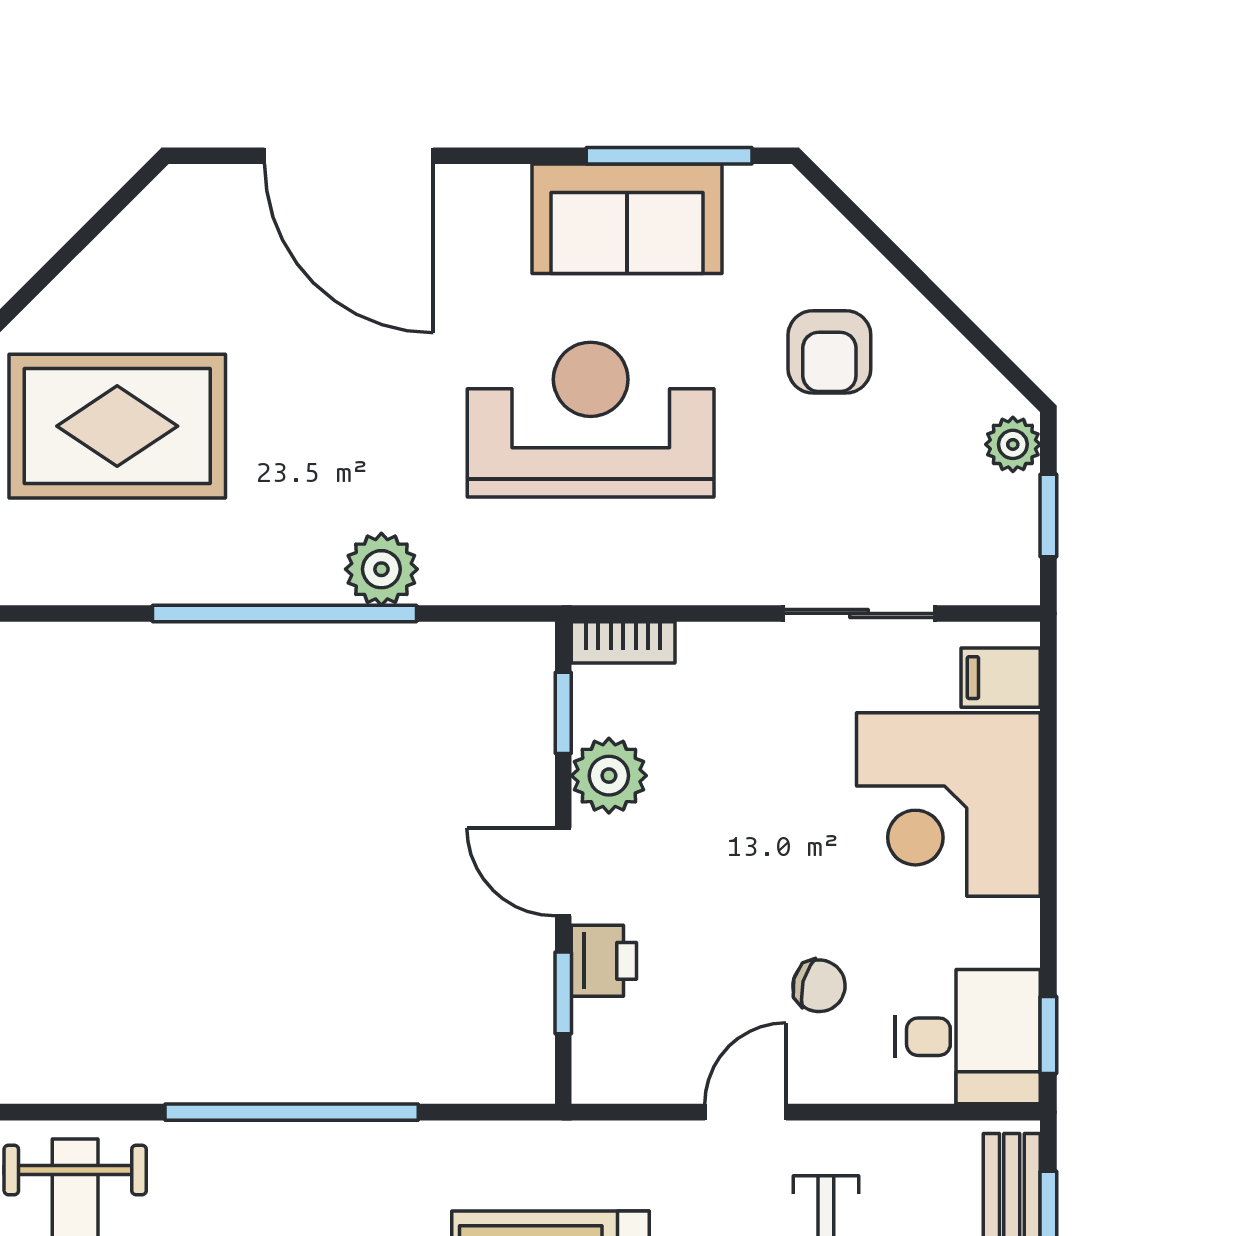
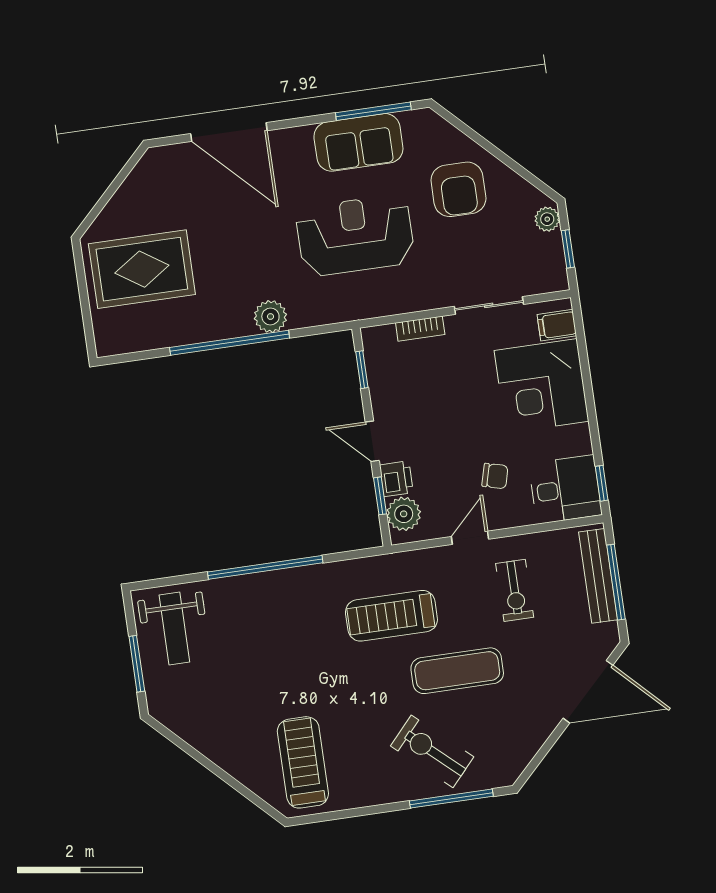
armchair: (829, 352) -> (458, 189), width x1.38, depth x1.38
bookcase: (623, 642) -> (420, 329), moved
plant: (609, 776) -> (404, 514), moved

